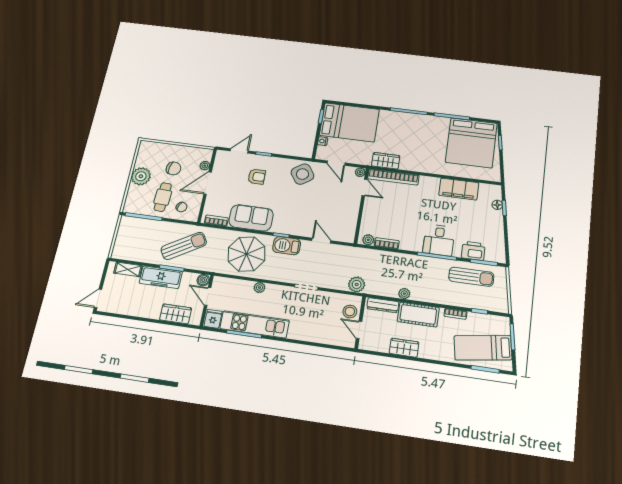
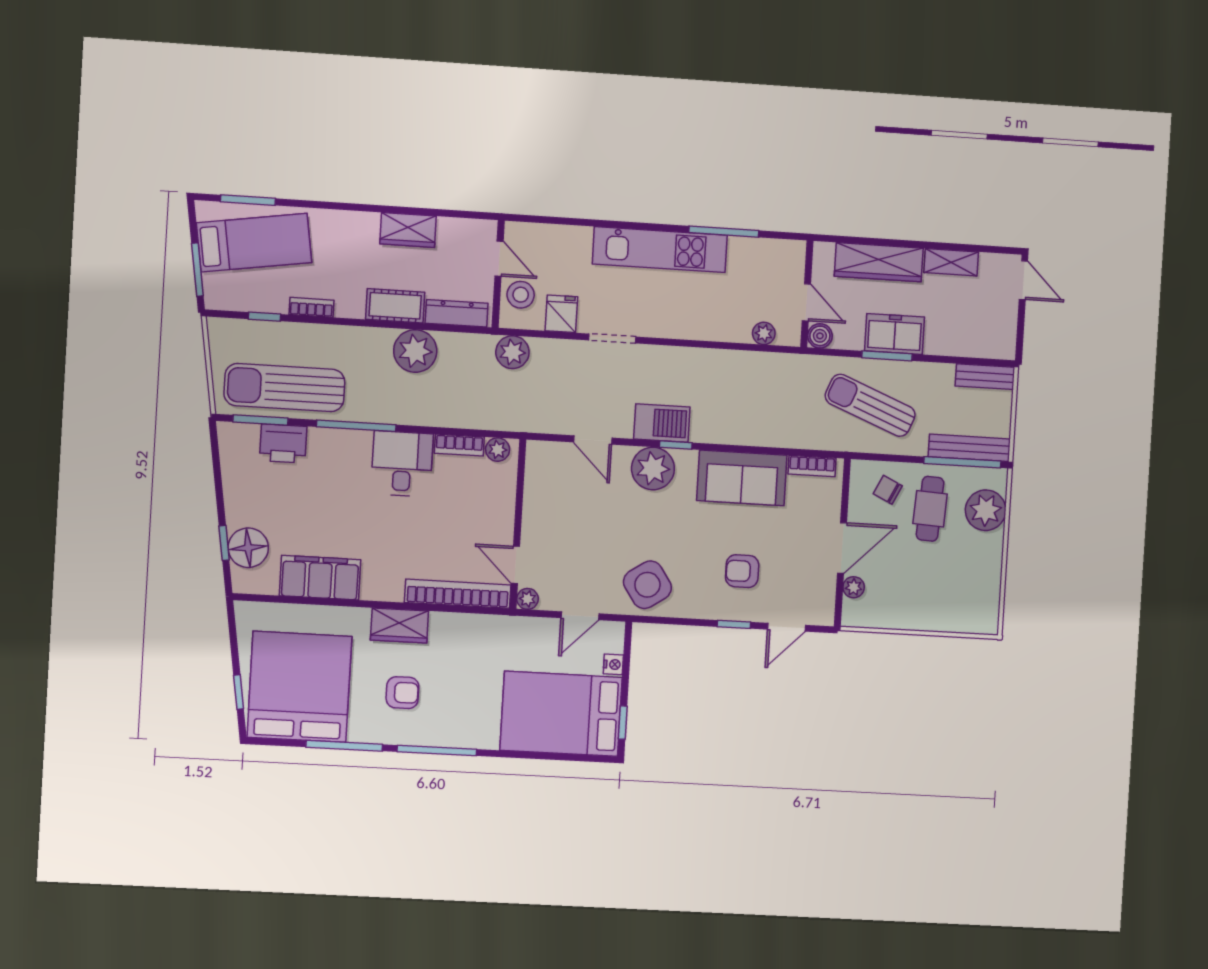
armchair: (423, 137) -> (402, 693), added
wardrobe: (386, 161) -> (399, 625), moved
door: (336, 163) -> (580, 616), swing flipped
chair: (174, 168) -> (918, 575), removed
plant: (141, 176) -> (986, 510), moved
floor lamp: (497, 205) -> (248, 548), width x1.89, depth x1.89
bench: (139, 223) -> (969, 448), added
plant: (293, 225) -> (653, 468), added
desk: (439, 240) -> (402, 464), moved
sun lounger: (184, 246) -> (870, 405), turned 53
parasol: (247, 254) -> (741, 399), removed
bench: (125, 255) -> (985, 377), added
shelving: (128, 269) -> (951, 262), moved
freezer: (161, 277) -> (895, 334), width x0.71
sun lounger: (471, 277) -> (284, 388), width x1.36, depth x1.34
plant: (259, 287) -> (764, 333), moved
plant: (404, 294) -> (415, 351), width x1.88, depth x1.88
door: (98, 298) -> (1023, 280), hinge flipped
wardrobe: (176, 314) -> (879, 262), width x1.50
cot: (418, 315) -> (395, 306), width x0.73, depth x0.75
fridge: (213, 319) -> (561, 314), moved, turned 180
kitchen unit: (255, 324) -> (660, 250), moved

